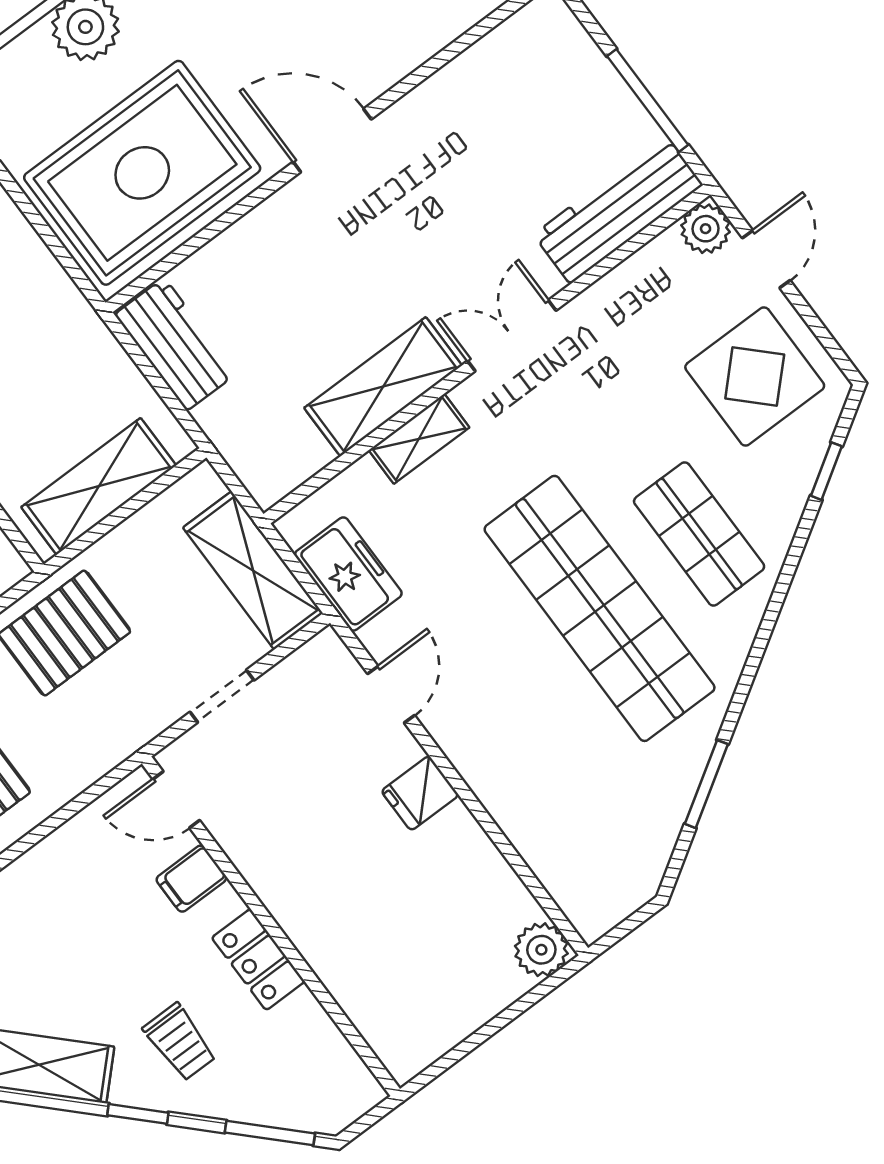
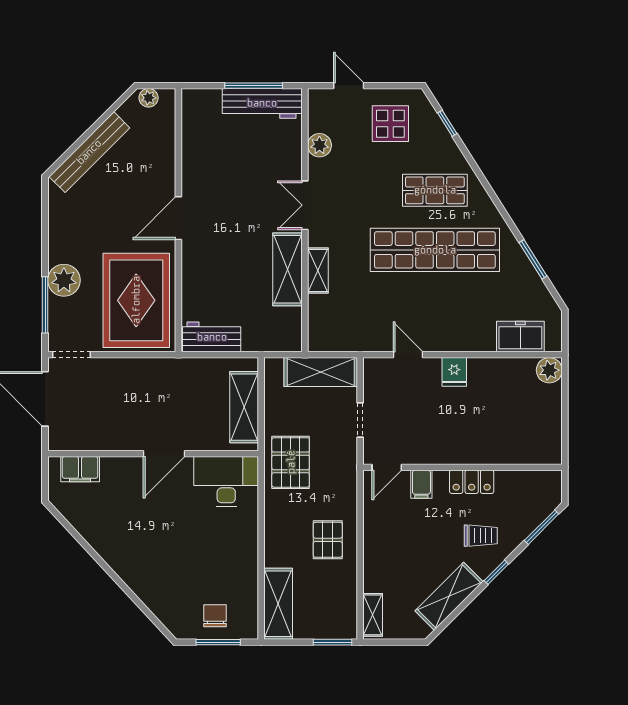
workbench: (618, 210) -> (262, 103), moved, turned -90
plant: (706, 229) -> (319, 145), moved
display table: (755, 376) -> (390, 124), width x0.73, depth x0.73
freezer: (348, 574) -> (520, 336), moved

